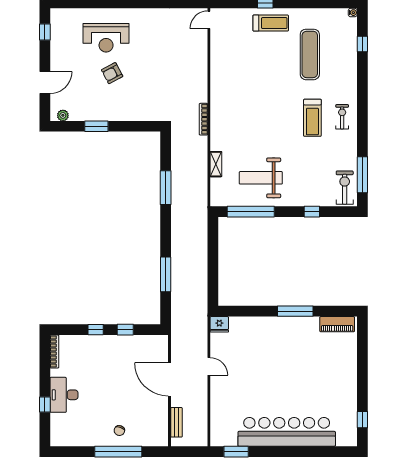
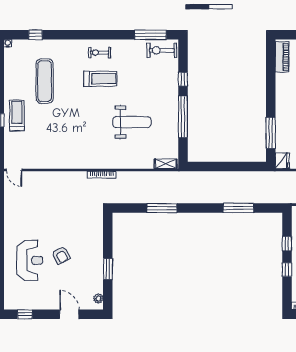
exercise mat: (310, 54) -> (45, 81), turned 90
shelving: (216, 164) -> (166, 164), moved
weight bench: (261, 178) -> (132, 122), moved, turned -90
window: (251, 212) -> (183, 117), moved
window: (295, 311) -> (271, 133), moved

